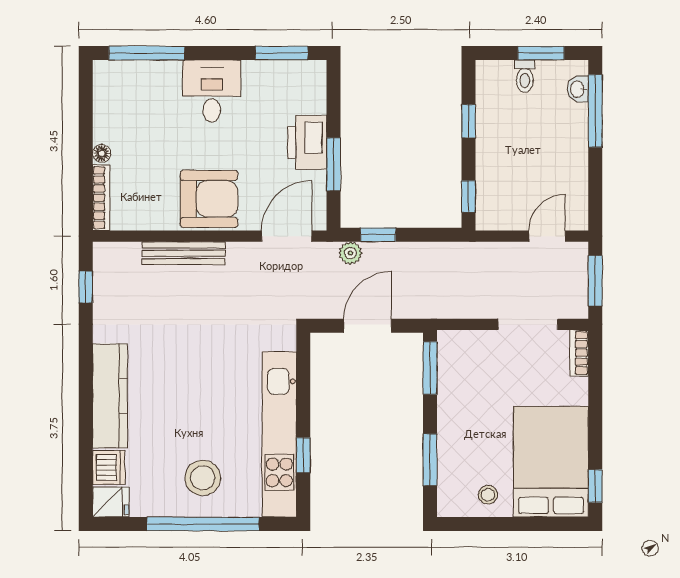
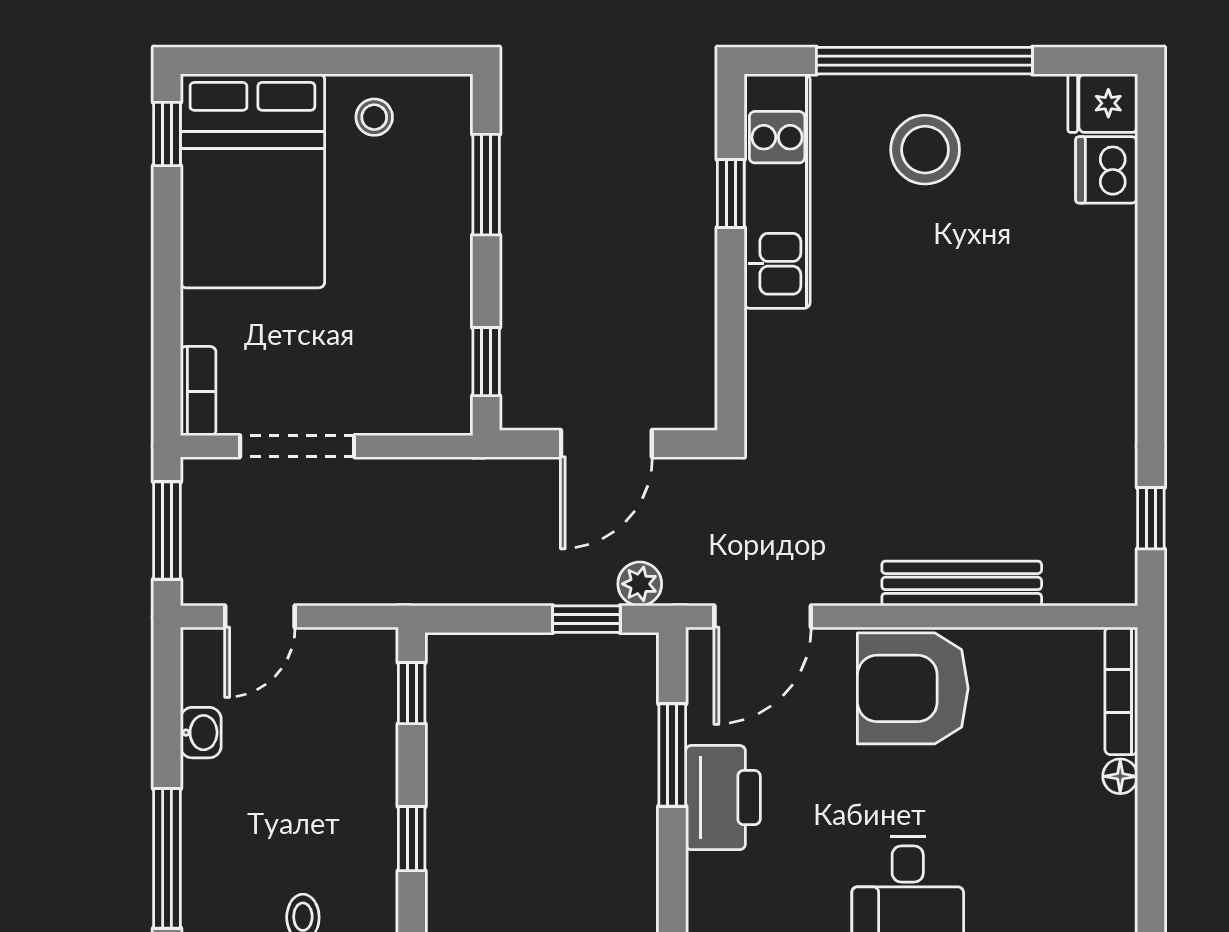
washbasin: (578, 89) -> (201, 733), moved
window: (430, 368) -> (486, 362), width x0.67
kitchen counter: (110, 396) -> (1104, 308), removed
kitchen unit: (279, 434) -> (777, 191), width x0.73

